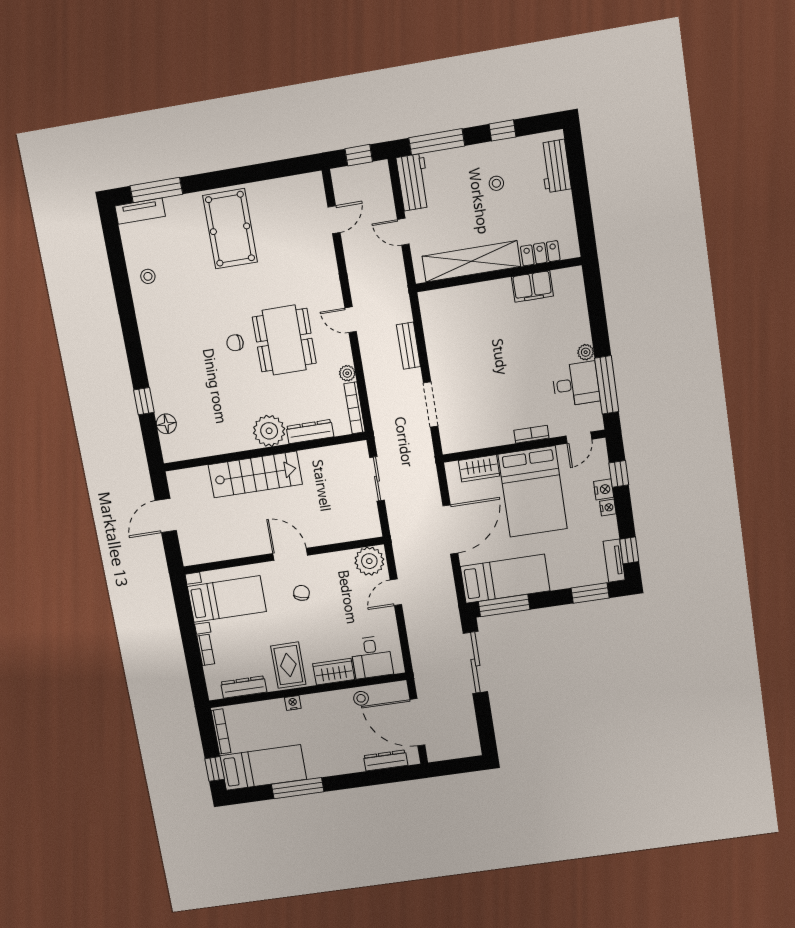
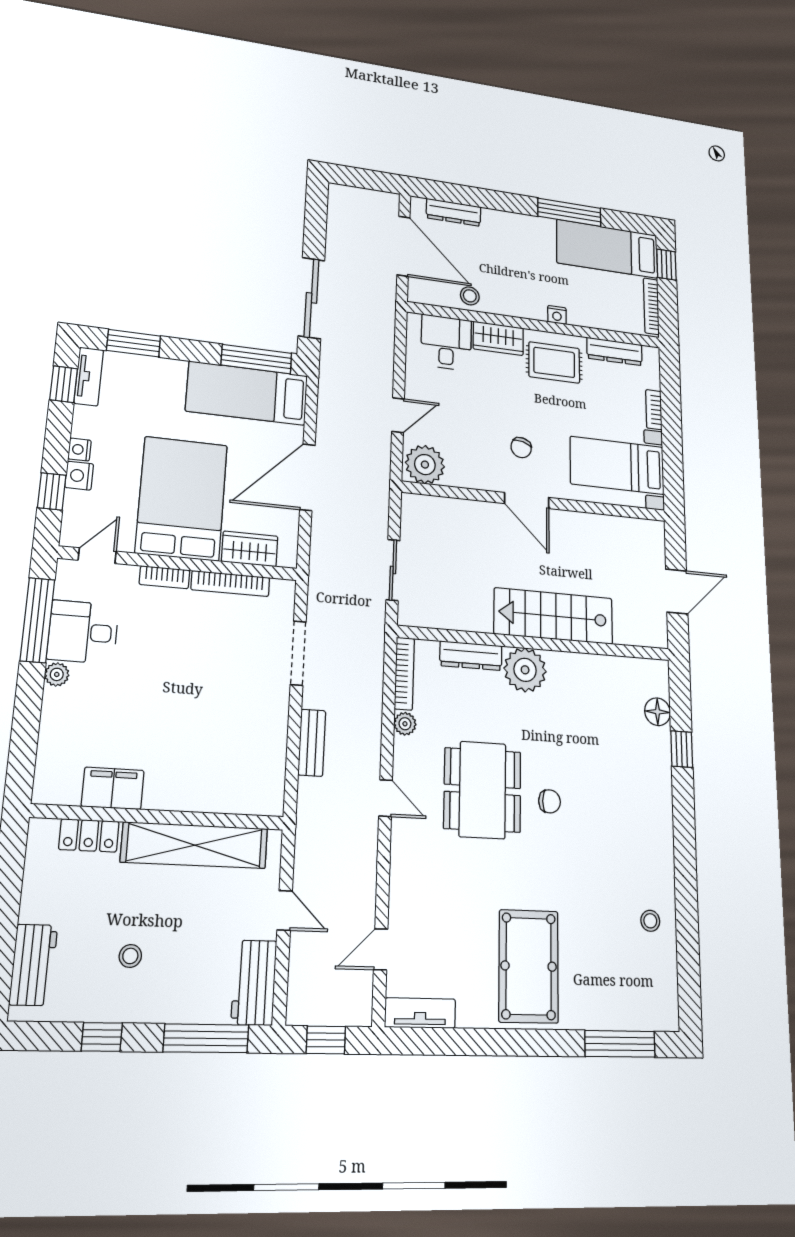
tv unit: (140, 211) -> (420, 1013), moved
bookcase: (487, 441) -> (230, 584), added
rug: (288, 665) -> (554, 362), turned 90

